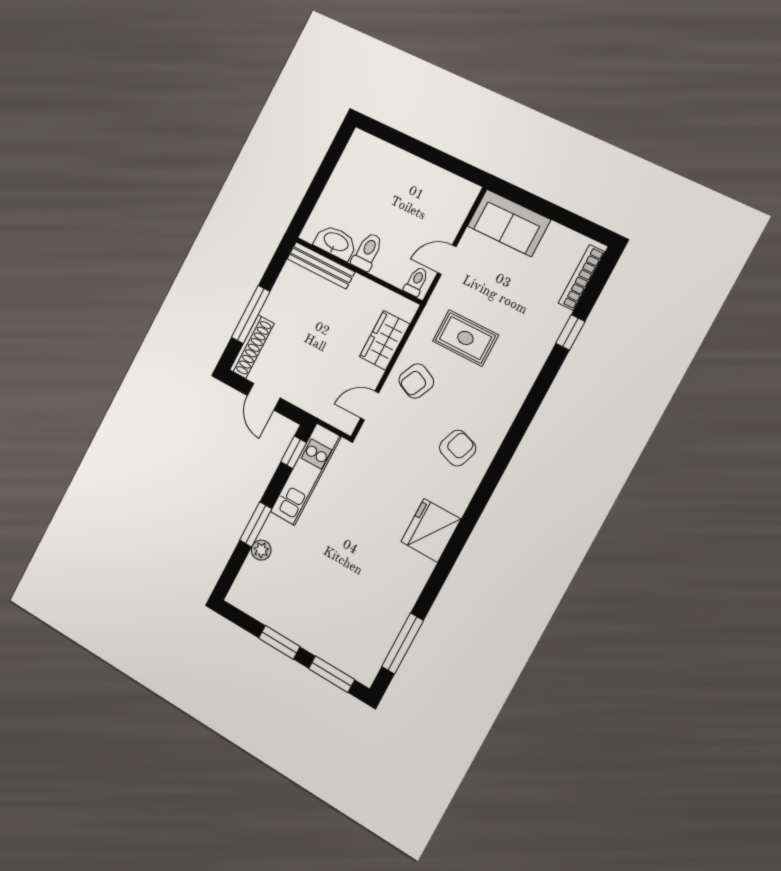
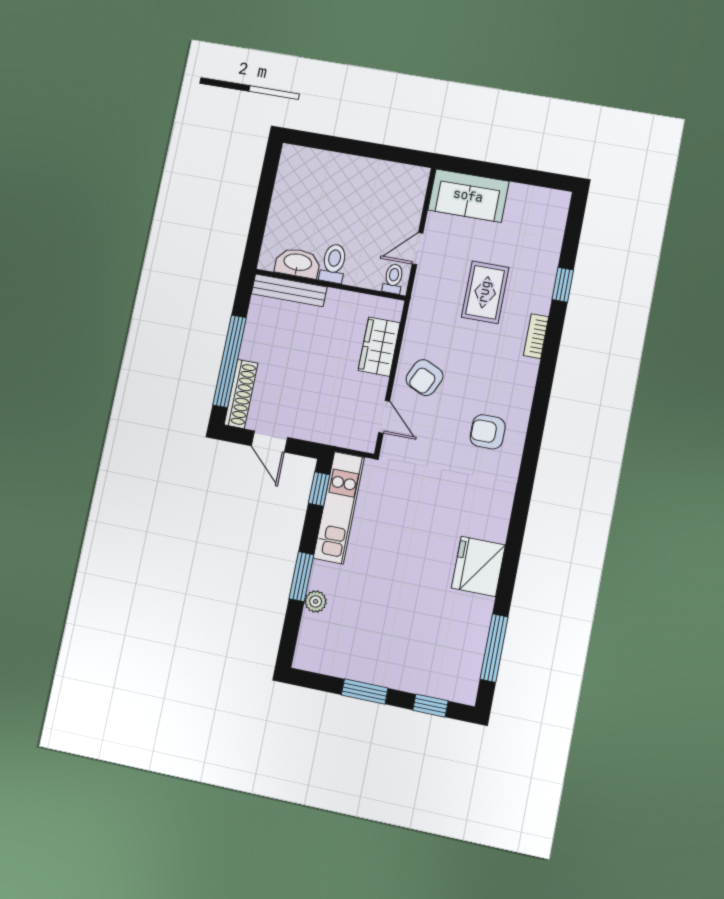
bookcase: (581, 277) -> (536, 336), moved, width x0.64
window: (251, 314) -> (229, 361), width x1.46
rug: (465, 338) -> (485, 292), moved, turned 90
door: (370, 406) -> (384, 417), swing flipped
armchair: (458, 448) -> (488, 432), turned -109
fridge: (431, 530) -> (478, 566), moved
window: (332, 674) -> (430, 705), width x0.67

